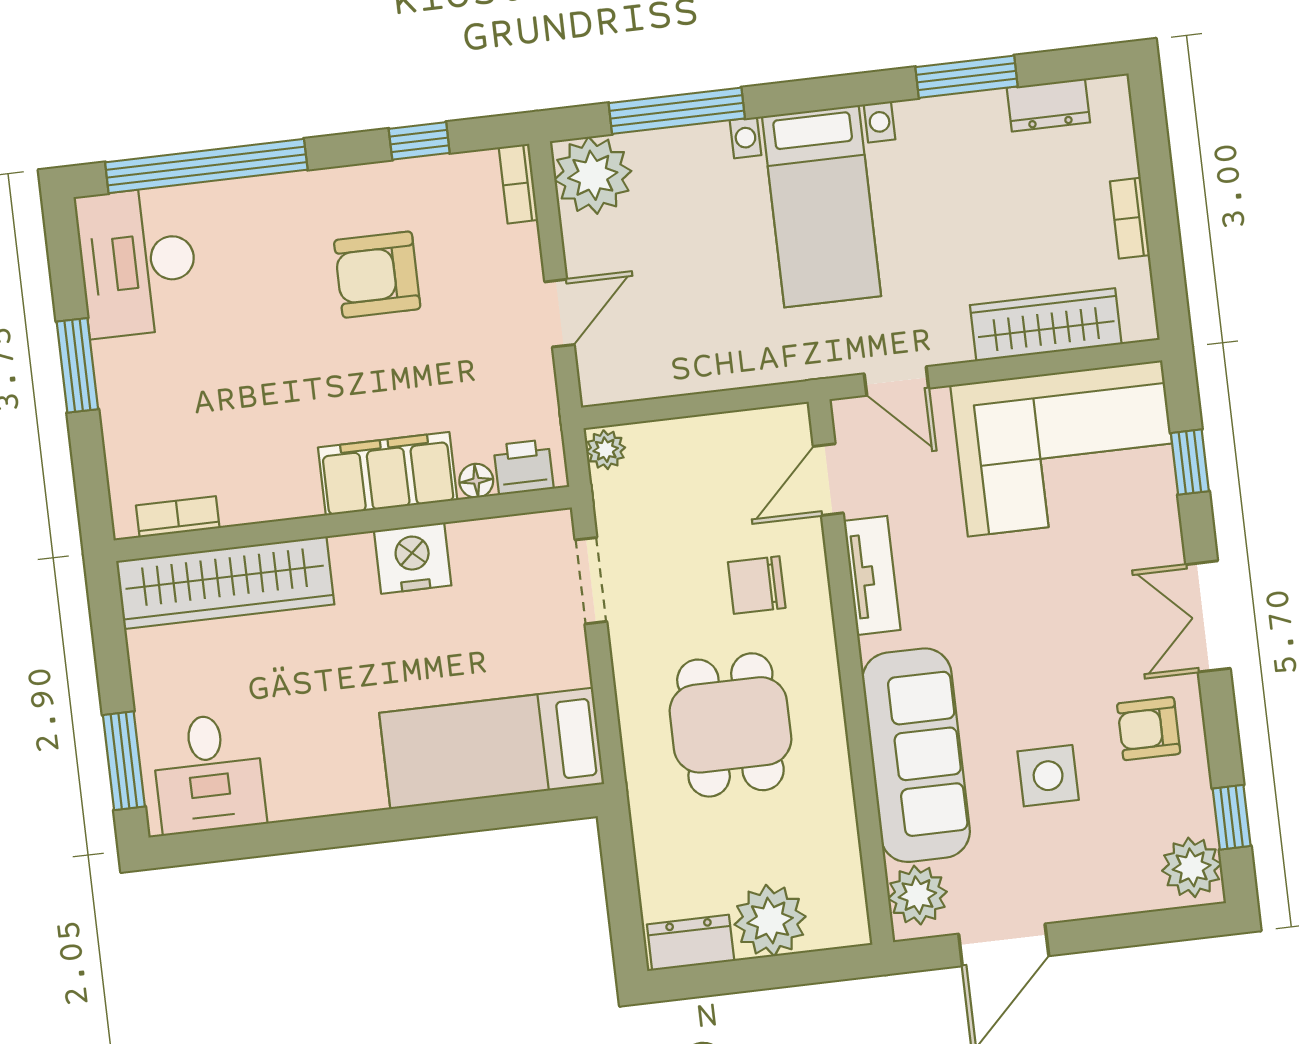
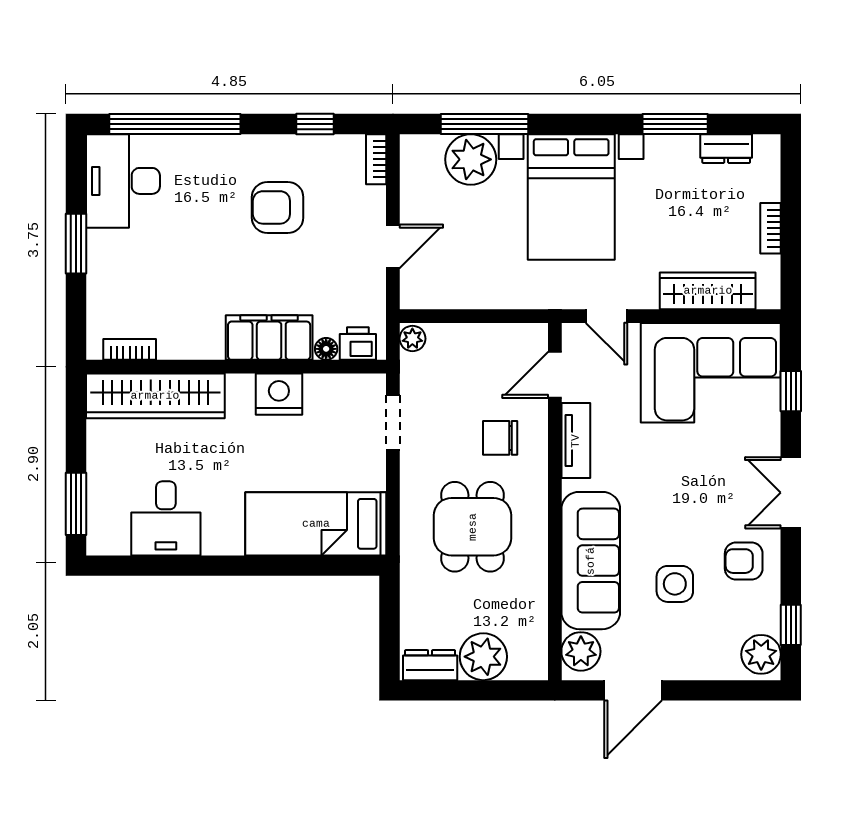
plant: (593, 175) -> (471, 159), moved
bed with nightstands: (821, 206) -> (571, 197), width x1.36
desk: (209, 773) -> (166, 518), moved

